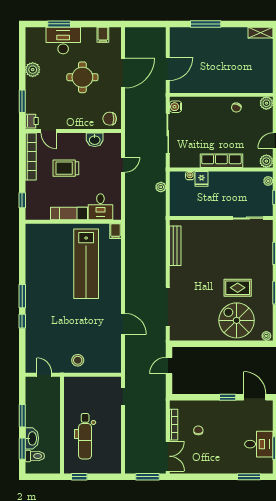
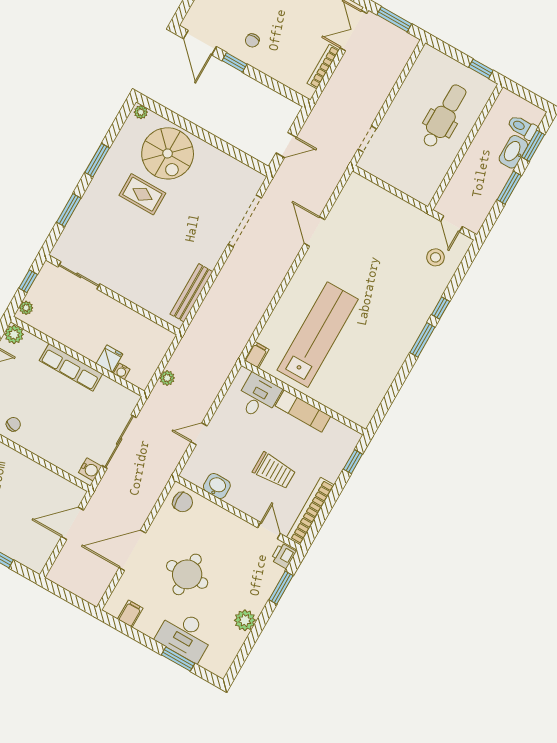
stool: (78, 360) -> (436, 257), moved
chair: (198, 430) -> (252, 40), moved

